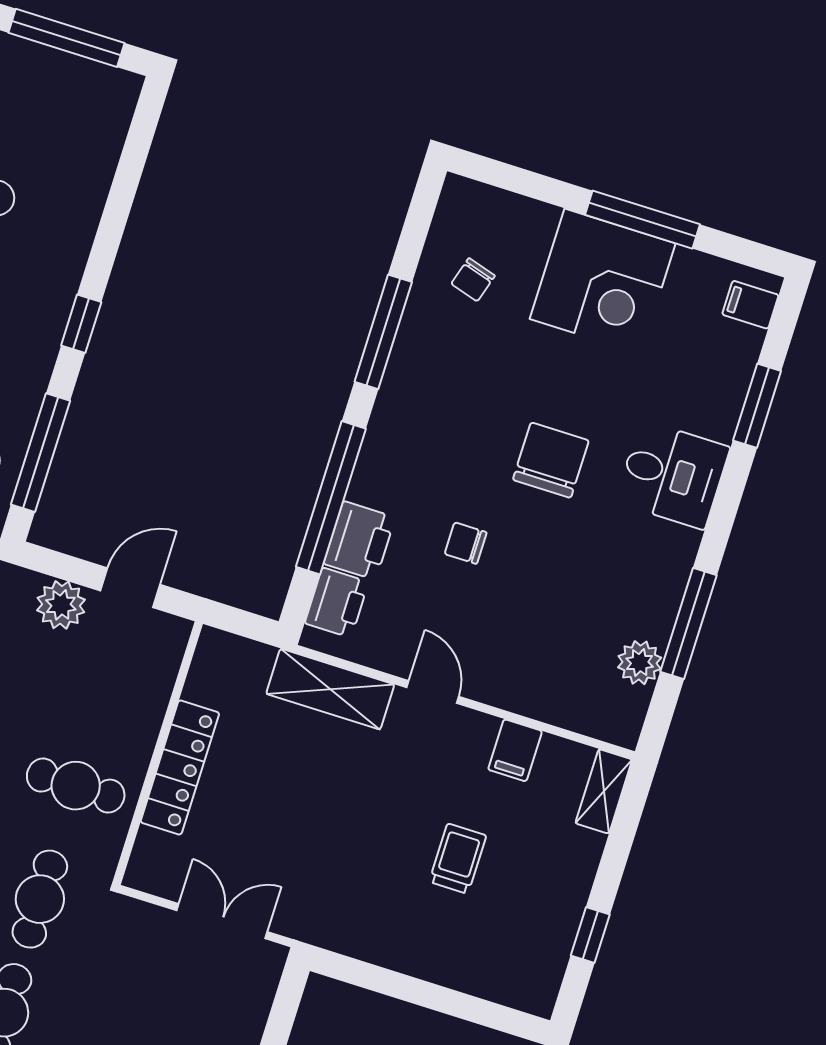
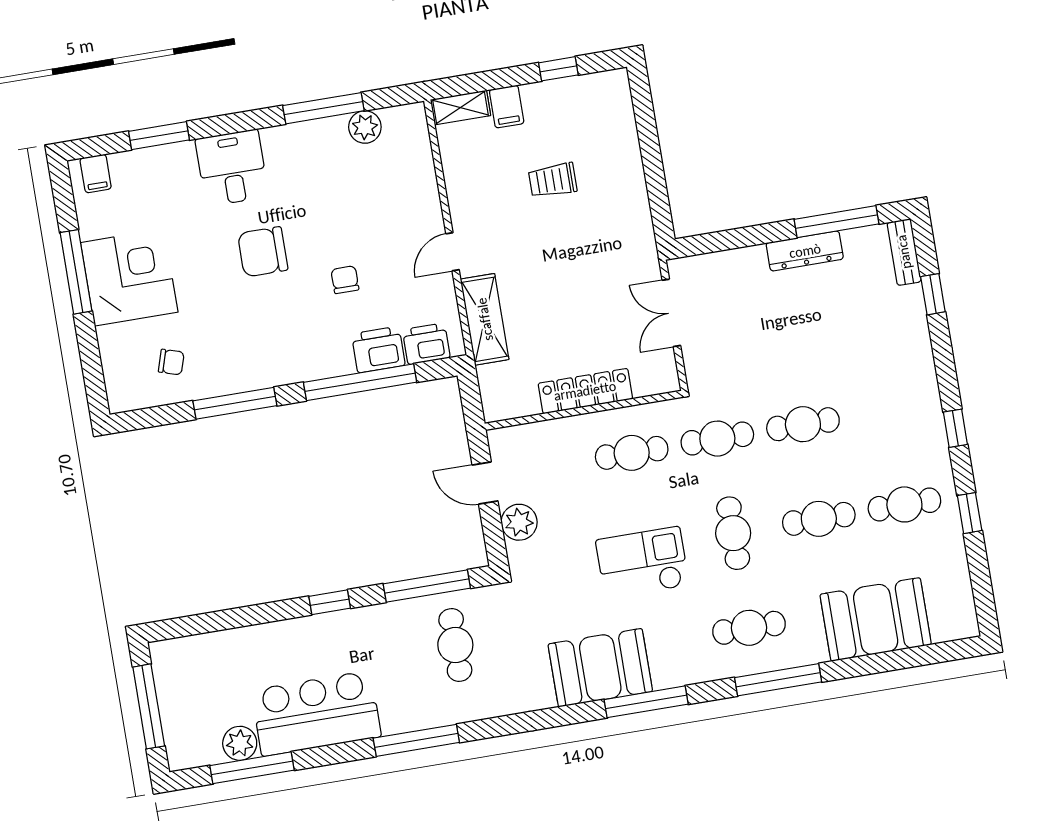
chair: (466, 543) -> (345, 280), turned 180
filing cabinet: (515, 750) -> (507, 107), moved, turned 90
cafe table: (76, 786) -> (632, 453), turned 90

